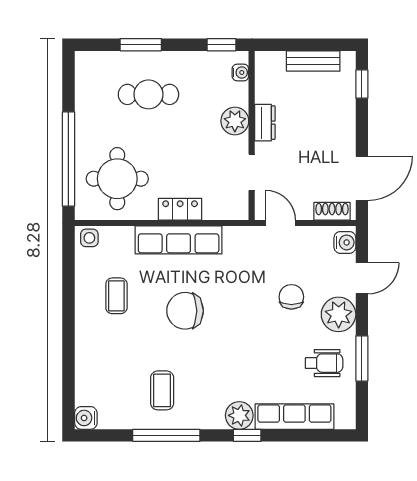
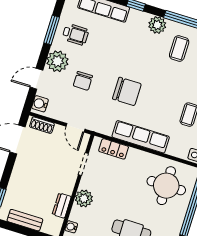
dresser: (265, 123) -> (62, 206), moved
locker: (180, 209) -> (114, 149), moved
chair: (185, 311) -> (127, 91), moved
wheelchair: (324, 363) -> (75, 34), turned 180
plant: (239, 415) -> (157, 25), moved

